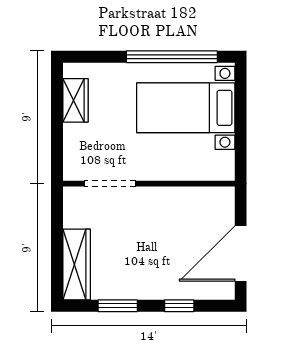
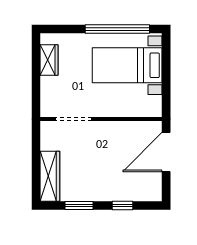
door: (241, 253) -> (166, 152), moved

